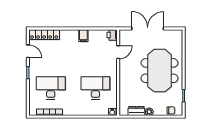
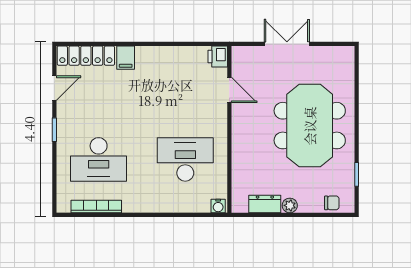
double door: (148, 28) -> (287, 44), width x0.73
filing cabinet: (83, 36) -> (126, 58), moved
door: (28, 51) -> (54, 88), hinge flipped
door: (118, 52) -> (229, 90), hinge flipped
desk: (51, 88) -> (99, 159), turned 180

